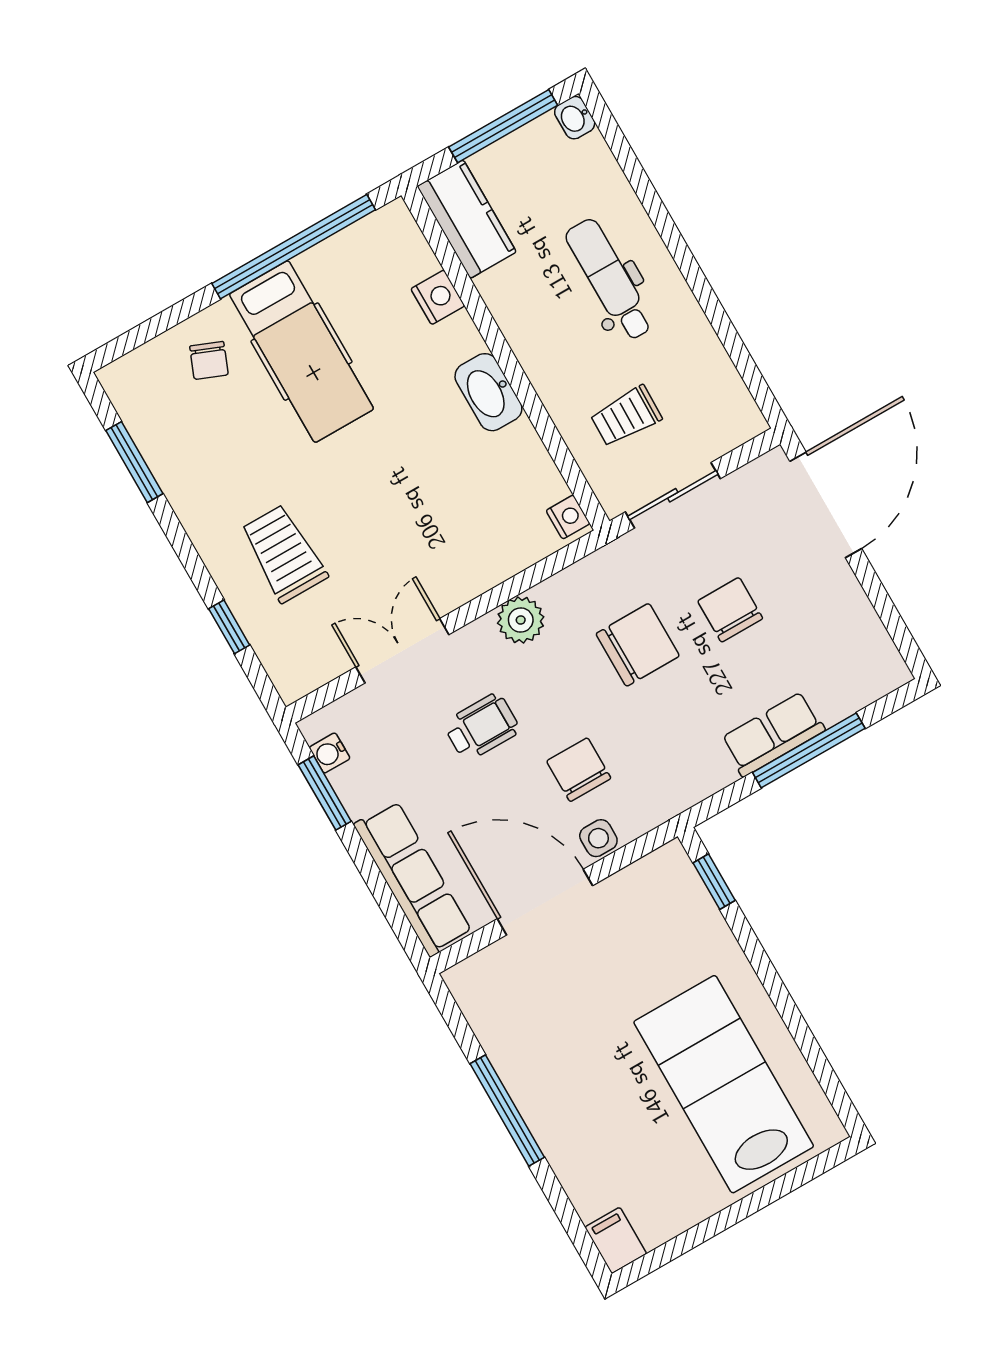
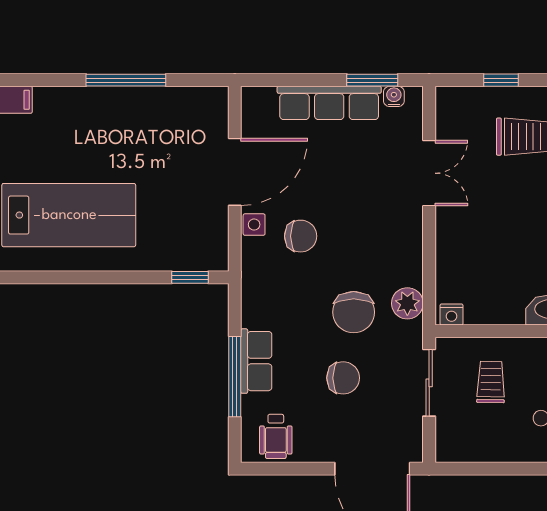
plant: (521, 620) -> (407, 303), moved
wheelchair: (482, 727) -> (276, 436), moved
row of seats: (413, 879) -> (329, 103), moved

